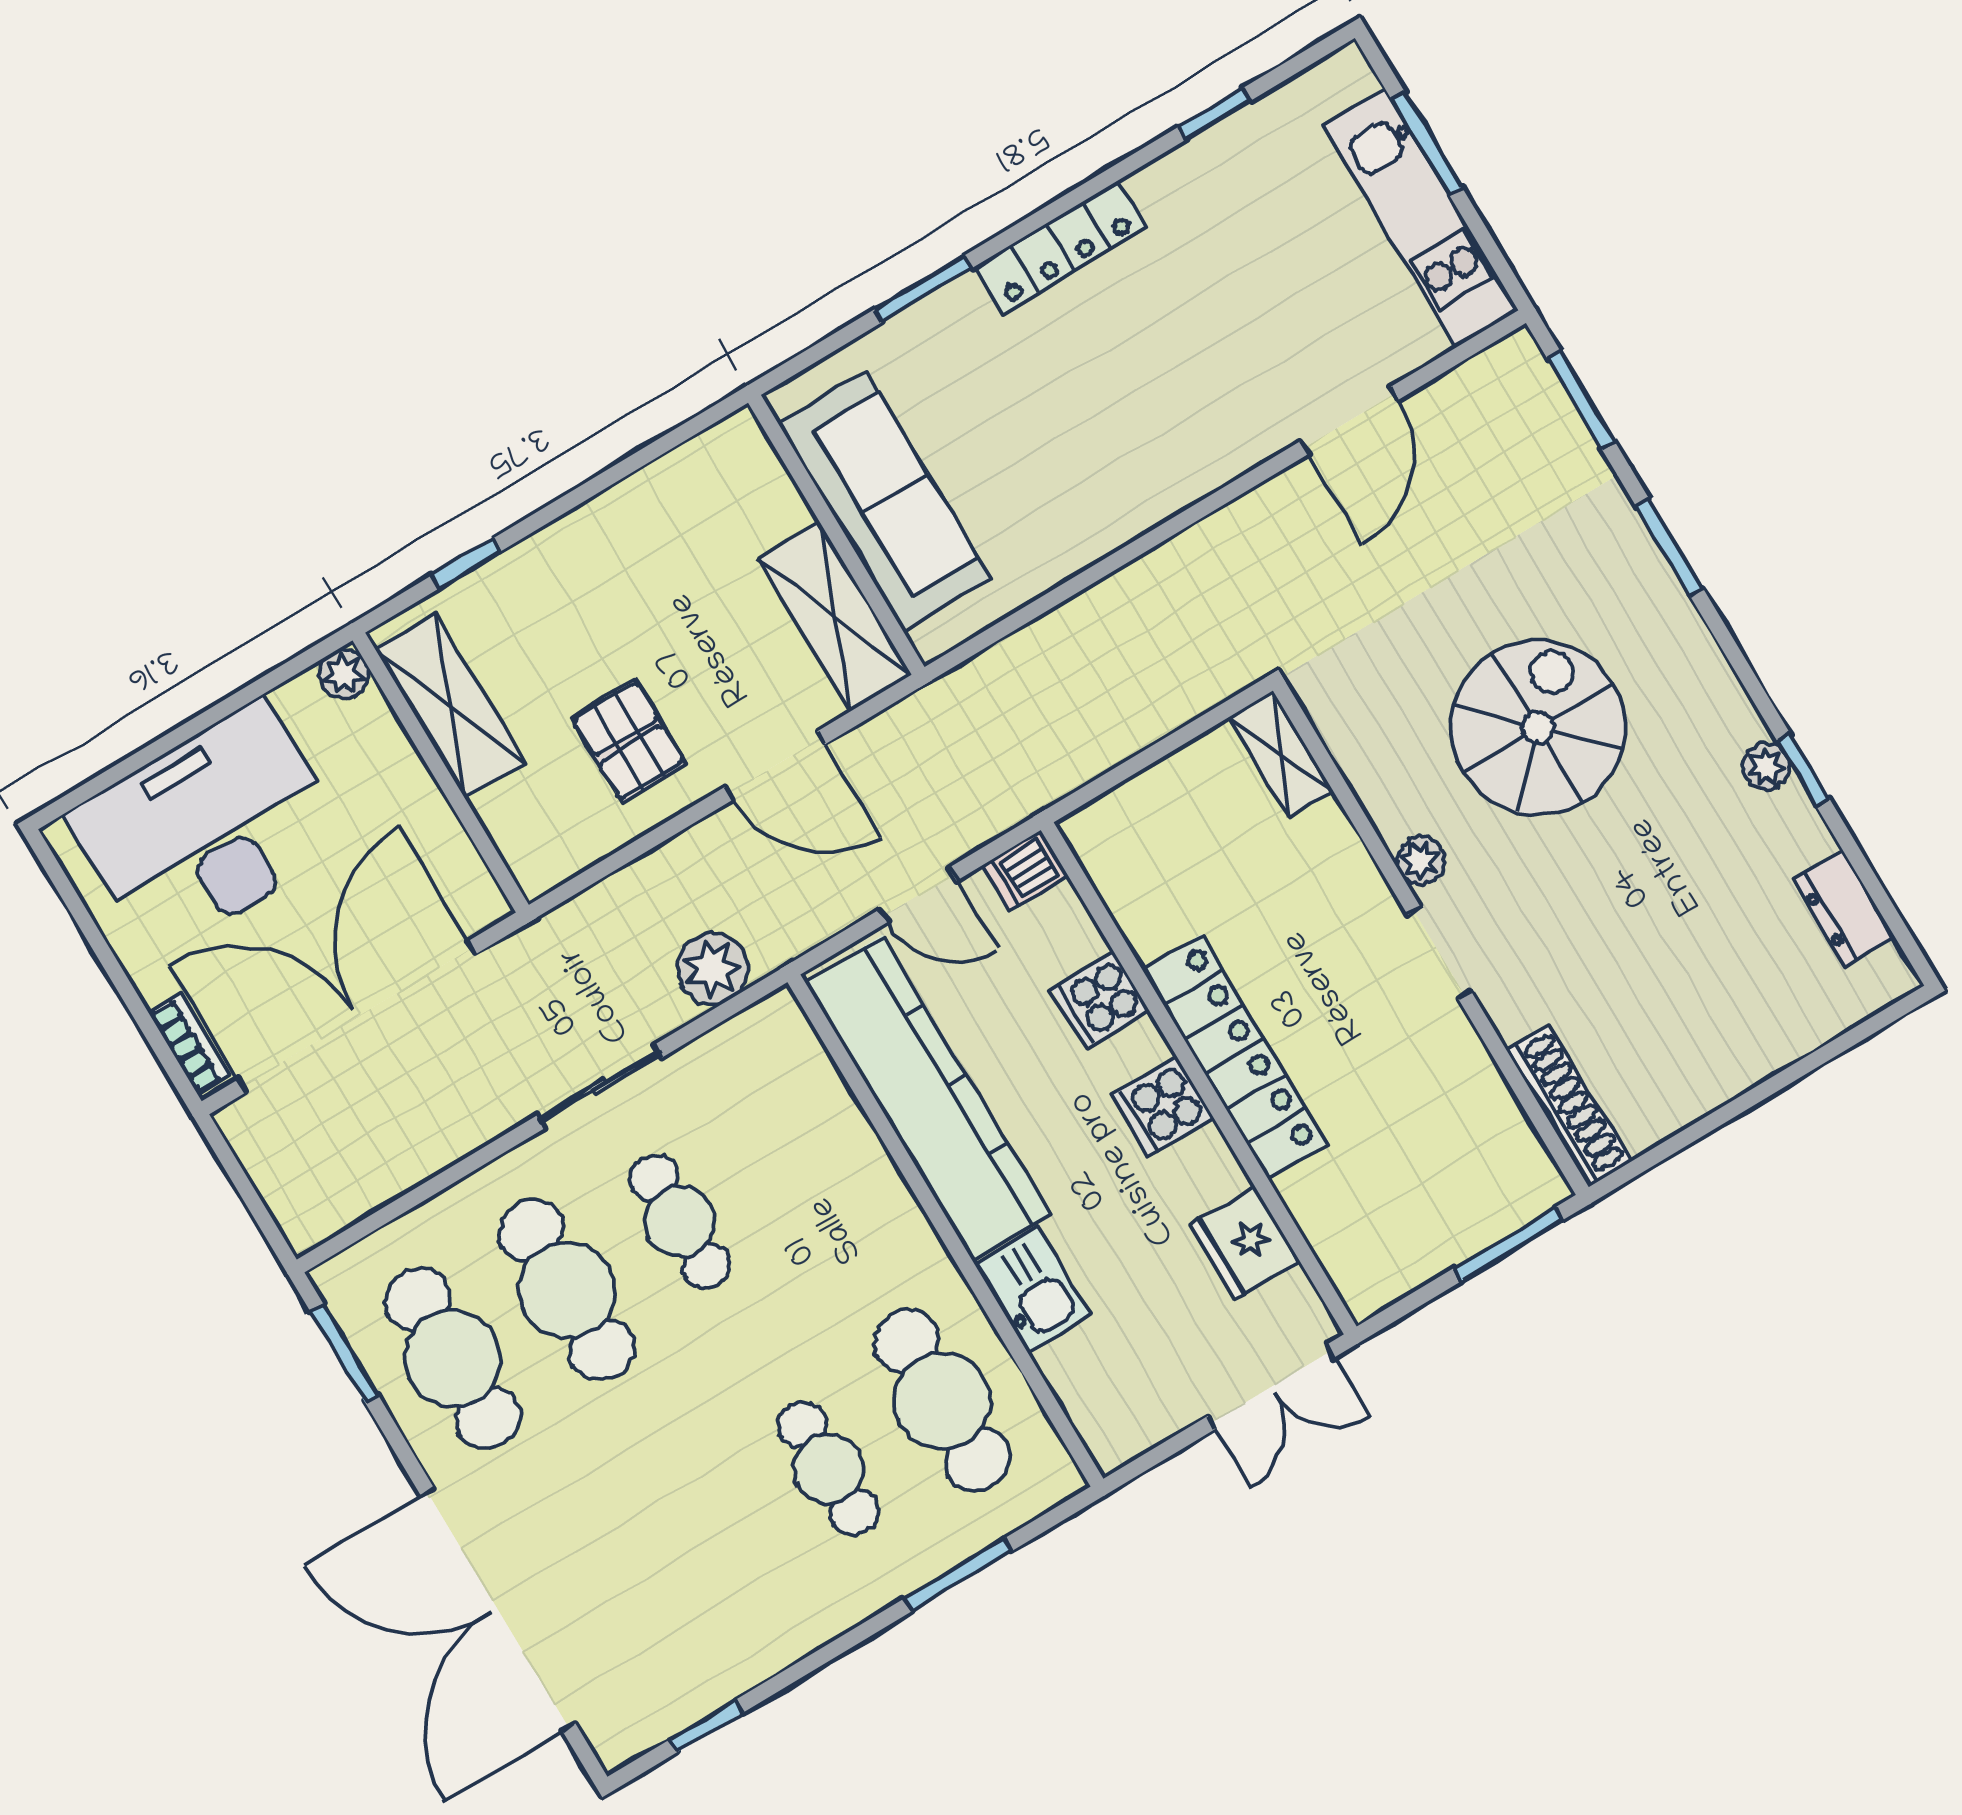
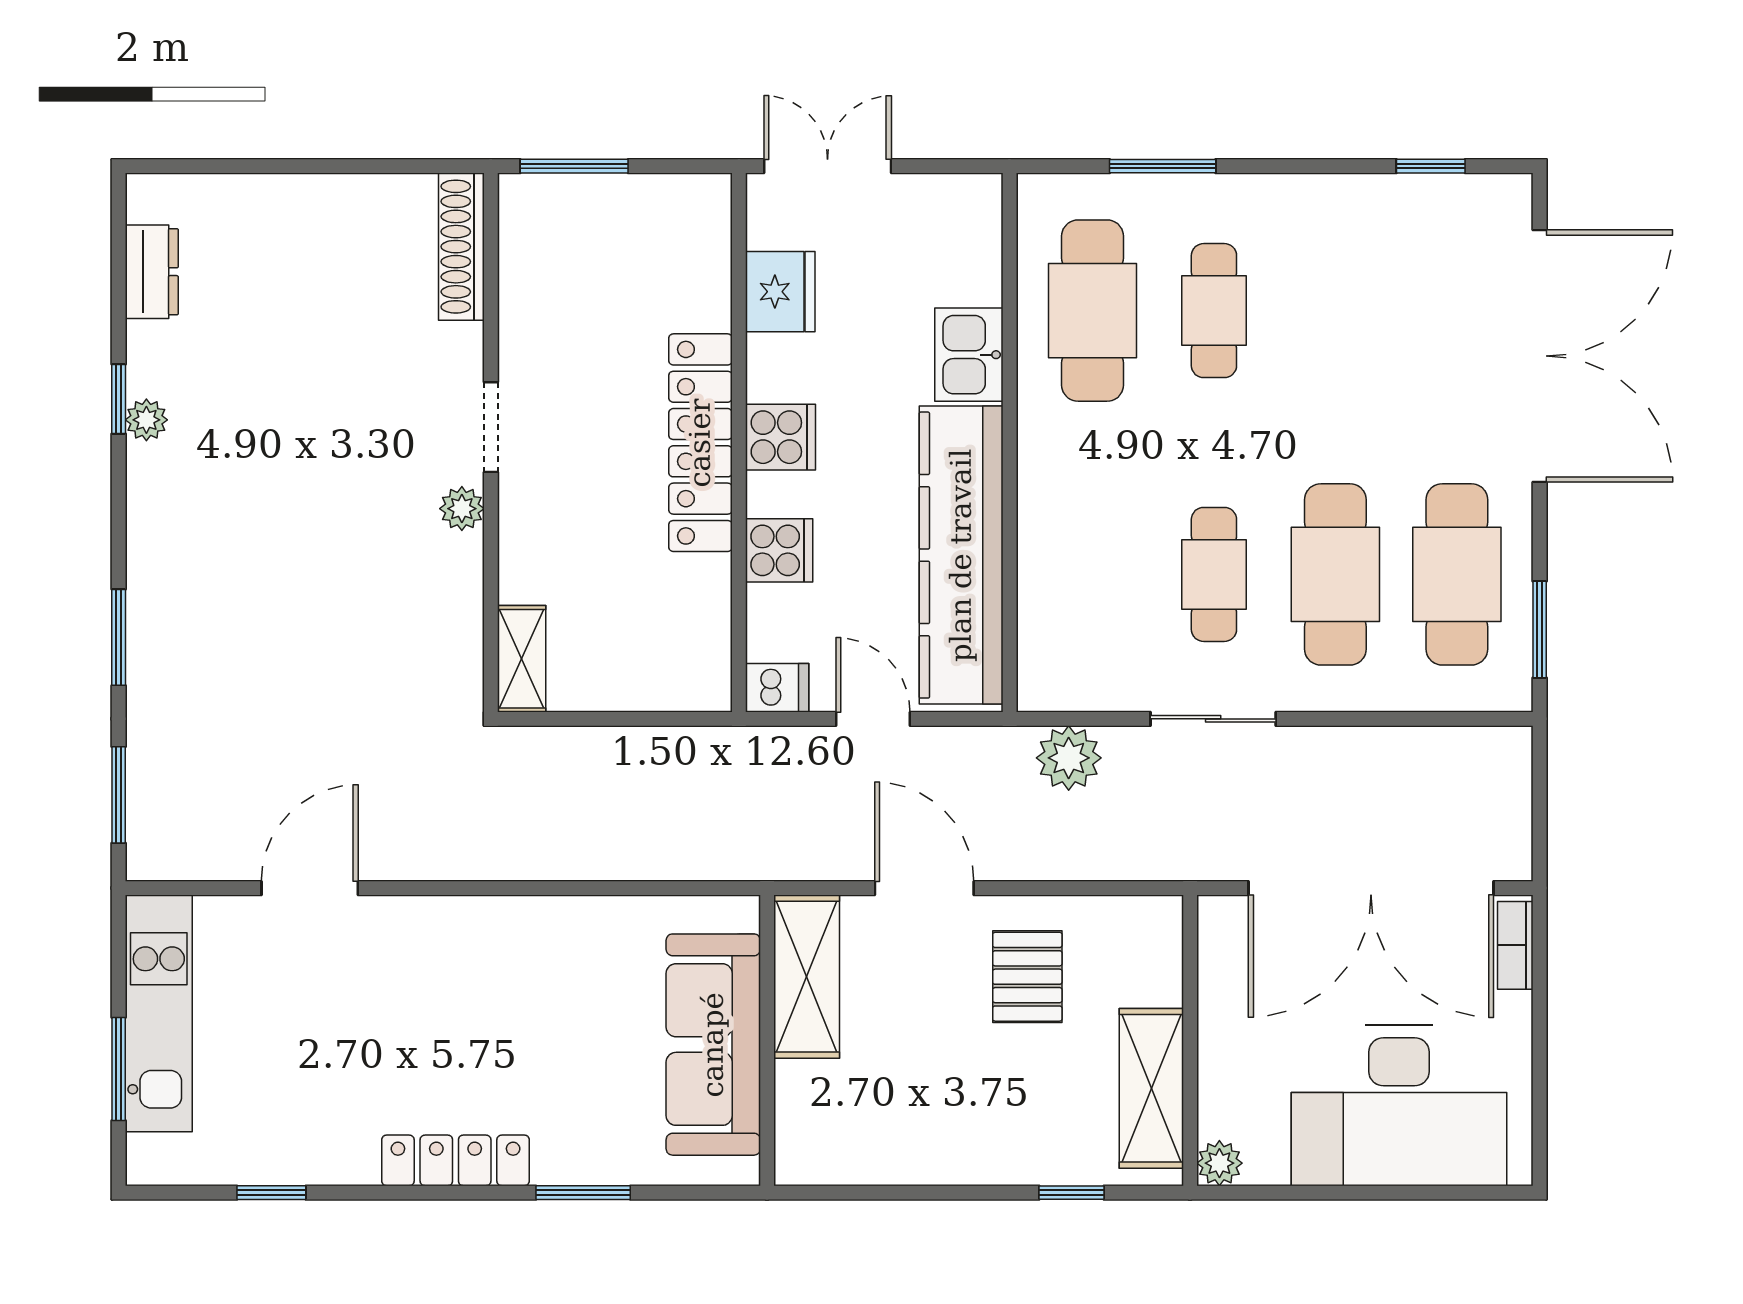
spiral stairs: (1538, 728) -> (307, 558), removed

